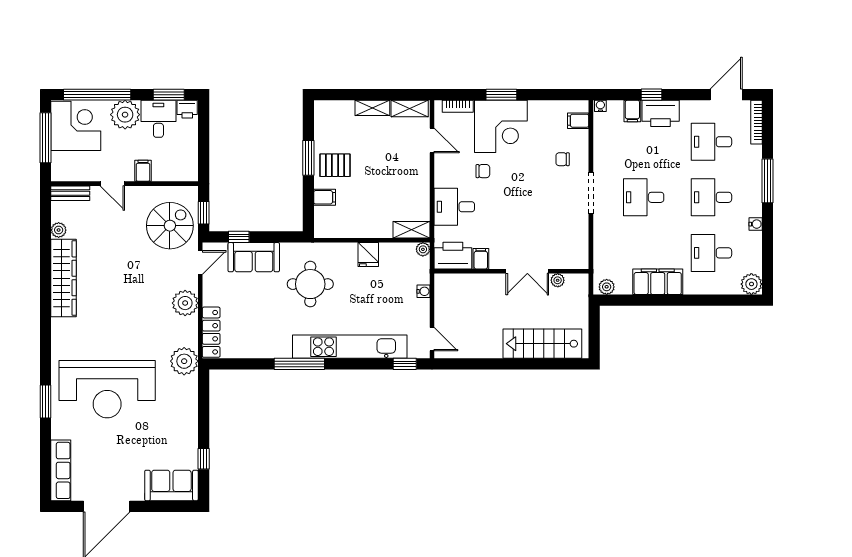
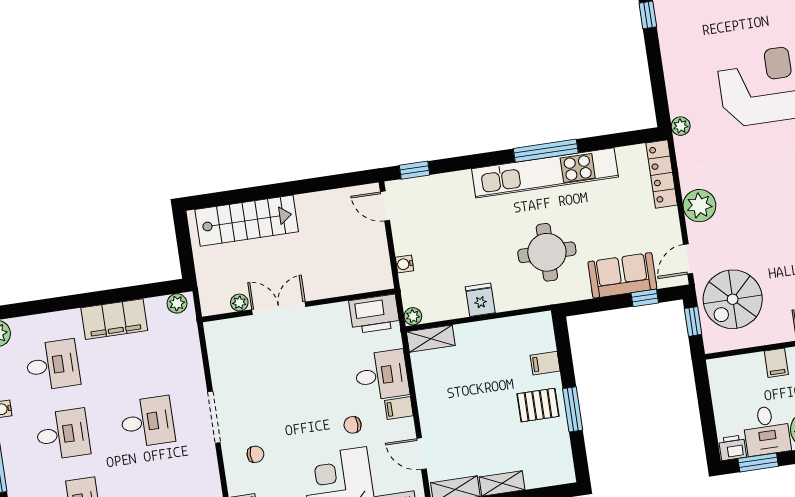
filing cabinet: (481, 259) -> (399, 408), moved, turned 90
kitchen unit: (350, 347) -> (545, 173), moved
plant: (184, 361) -> (681, 126), width x0.53, depth x0.53

